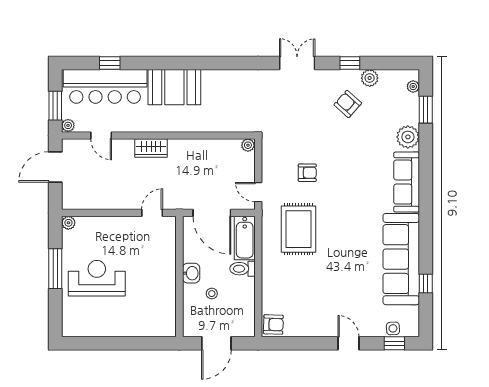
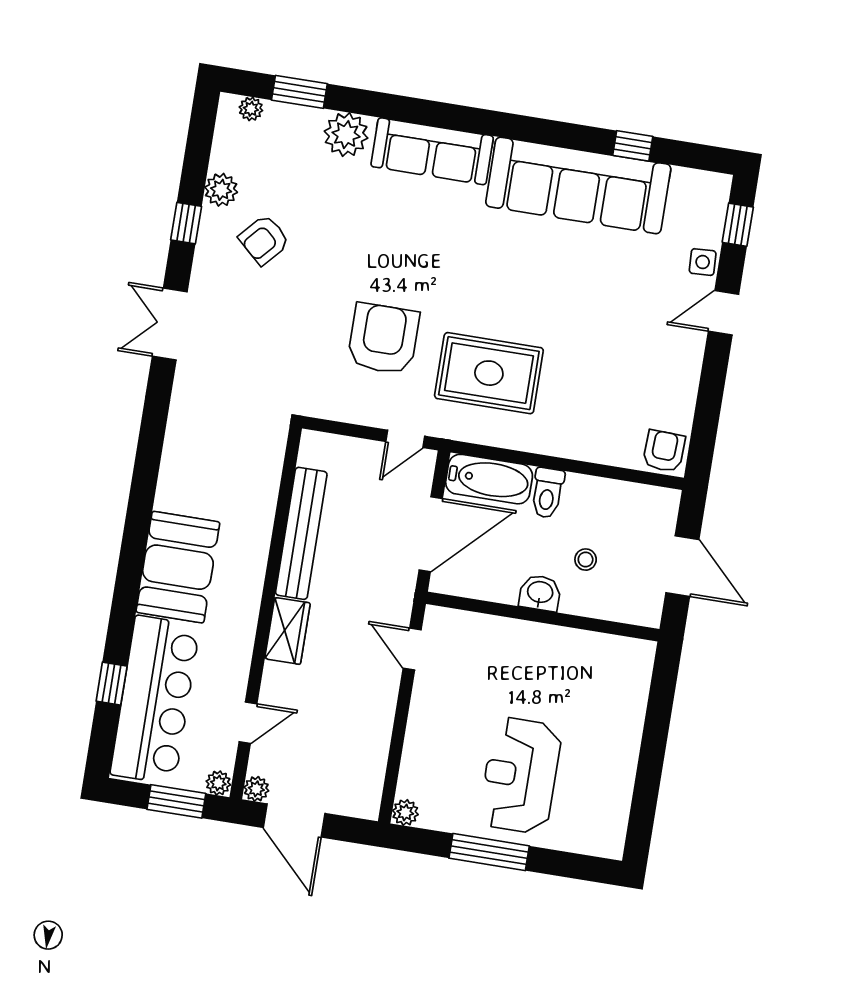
plant: (248, 145) -> (256, 789), moved
bench: (202, 147) -> (301, 533), added
armchair: (307, 173) -> (383, 339), width x1.88, depth x1.88
side table: (393, 328) -> (703, 262), moved

